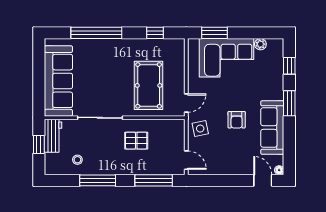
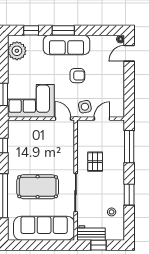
plant: (260, 44) -> (17, 51), width x1.88, depth x1.88
corner sofa: (226, 58) -> (31, 101), moved, turned -90
pool table: (149, 85) -> (38, 187), moved
sofa: (272, 128) -> (66, 45), moved
door: (186, 160) -> (102, 119), moved
window: (98, 180) -> (129, 195), width x0.69

